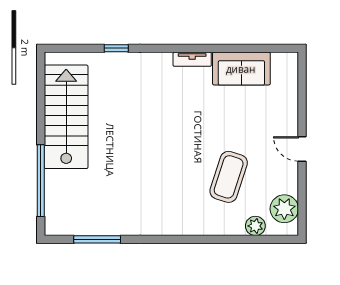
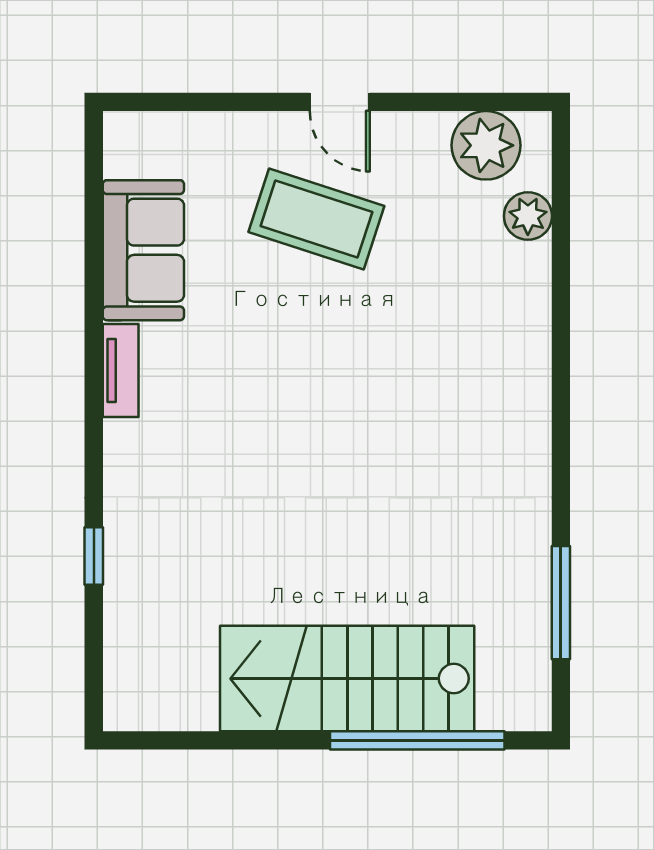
stairs: (66, 117) -> (347, 679), moved
door: (302, 149) -> (340, 102), hinge flipped
coffee table: (229, 177) -> (316, 219), moved

